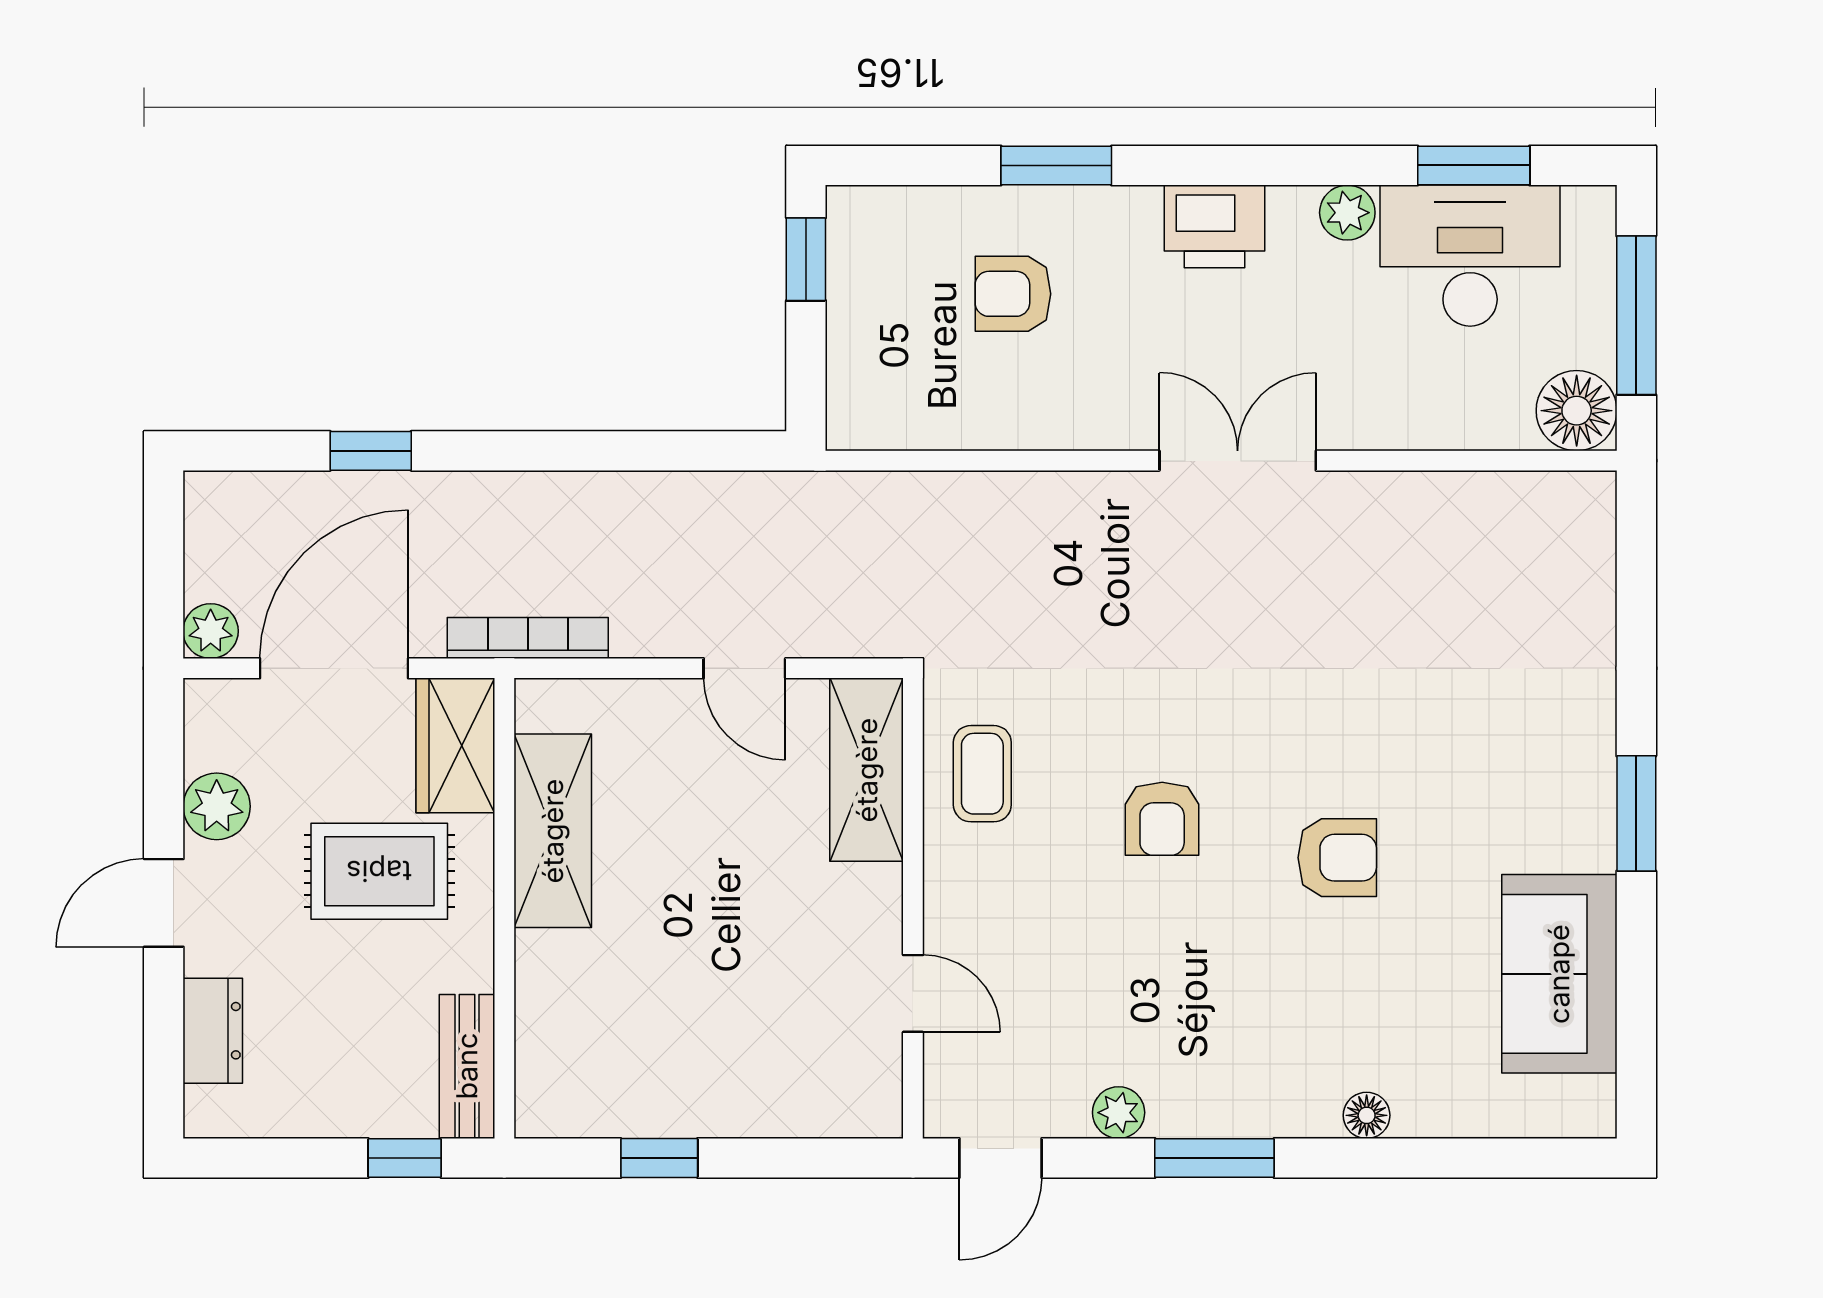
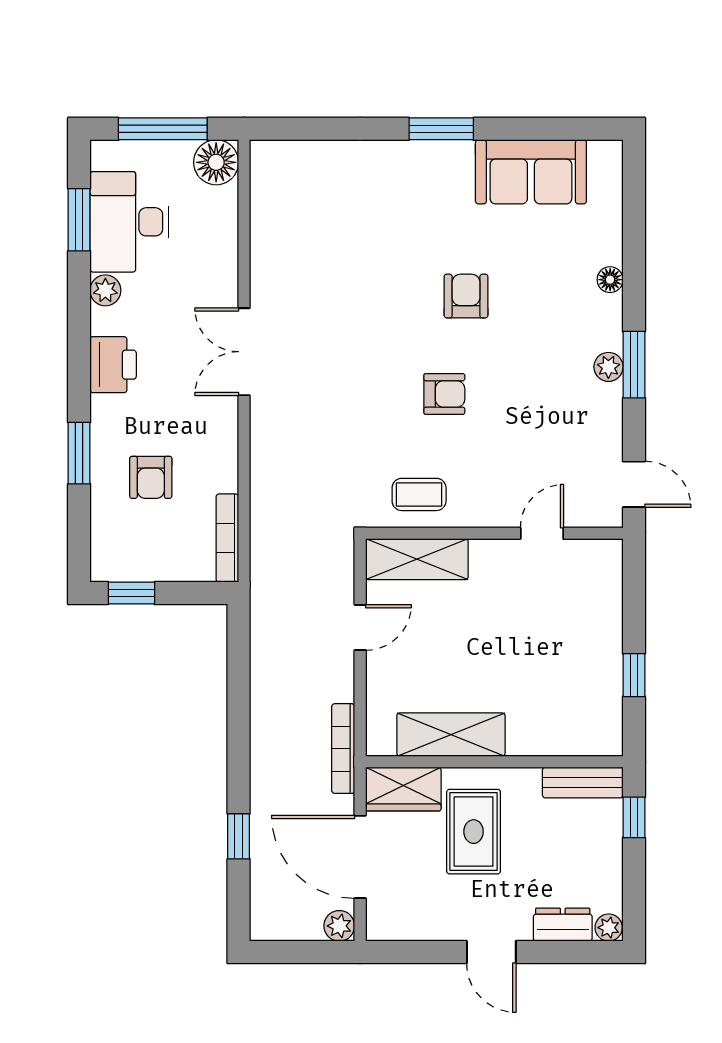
bookcase: (904, 431) -> (227, 538), added
plant: (217, 806) -> (609, 928), moved, width x0.73, depth x0.73
plant: (1119, 1113) -> (608, 367), moved

